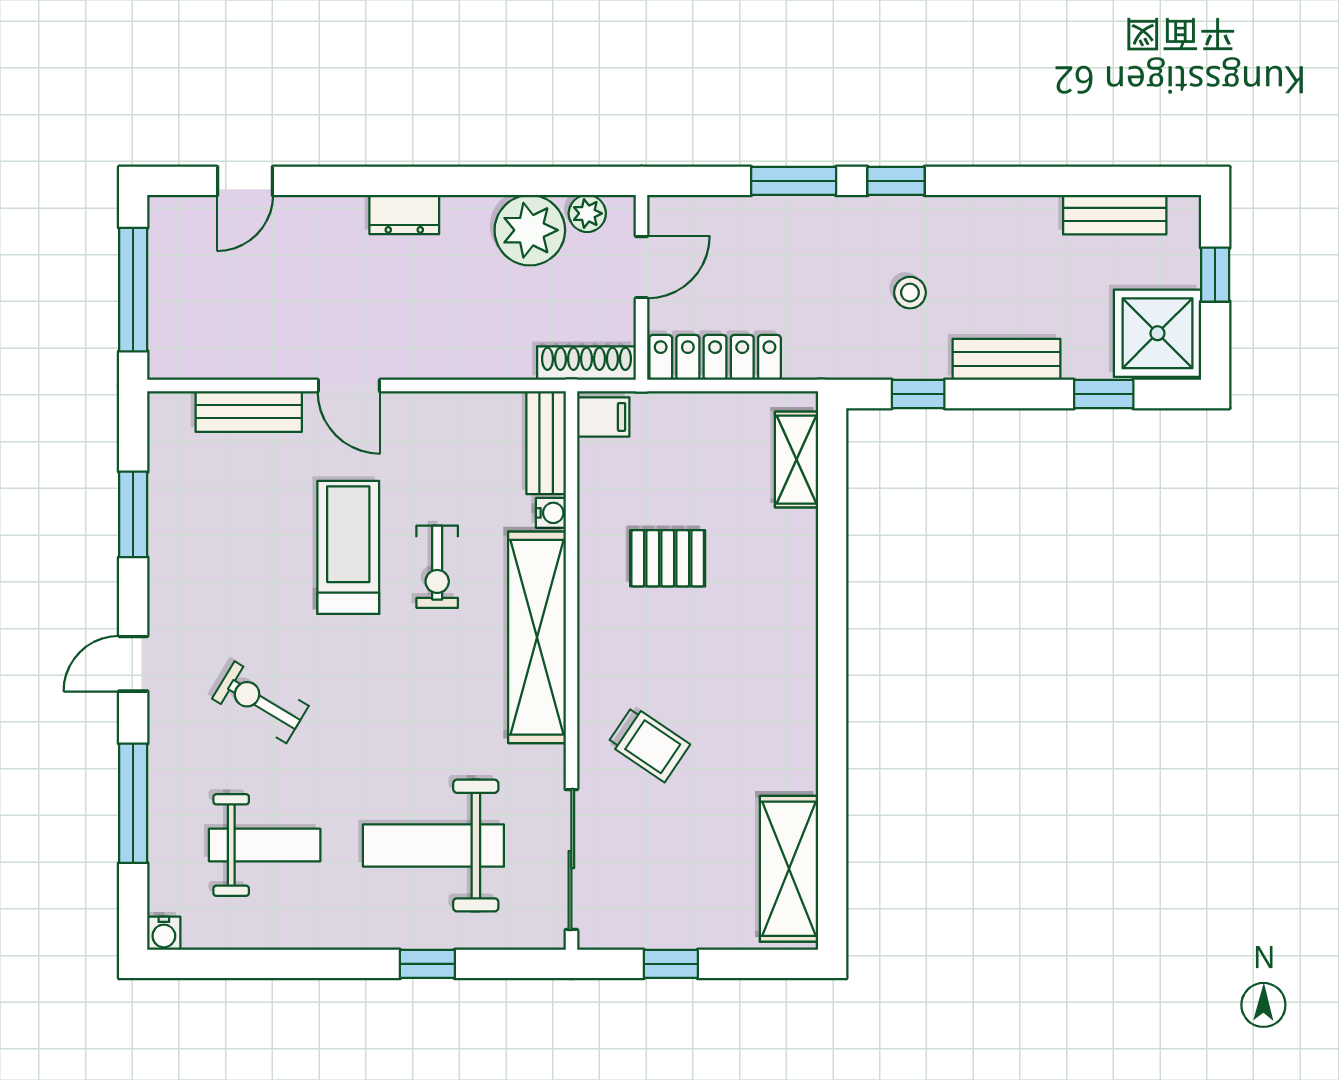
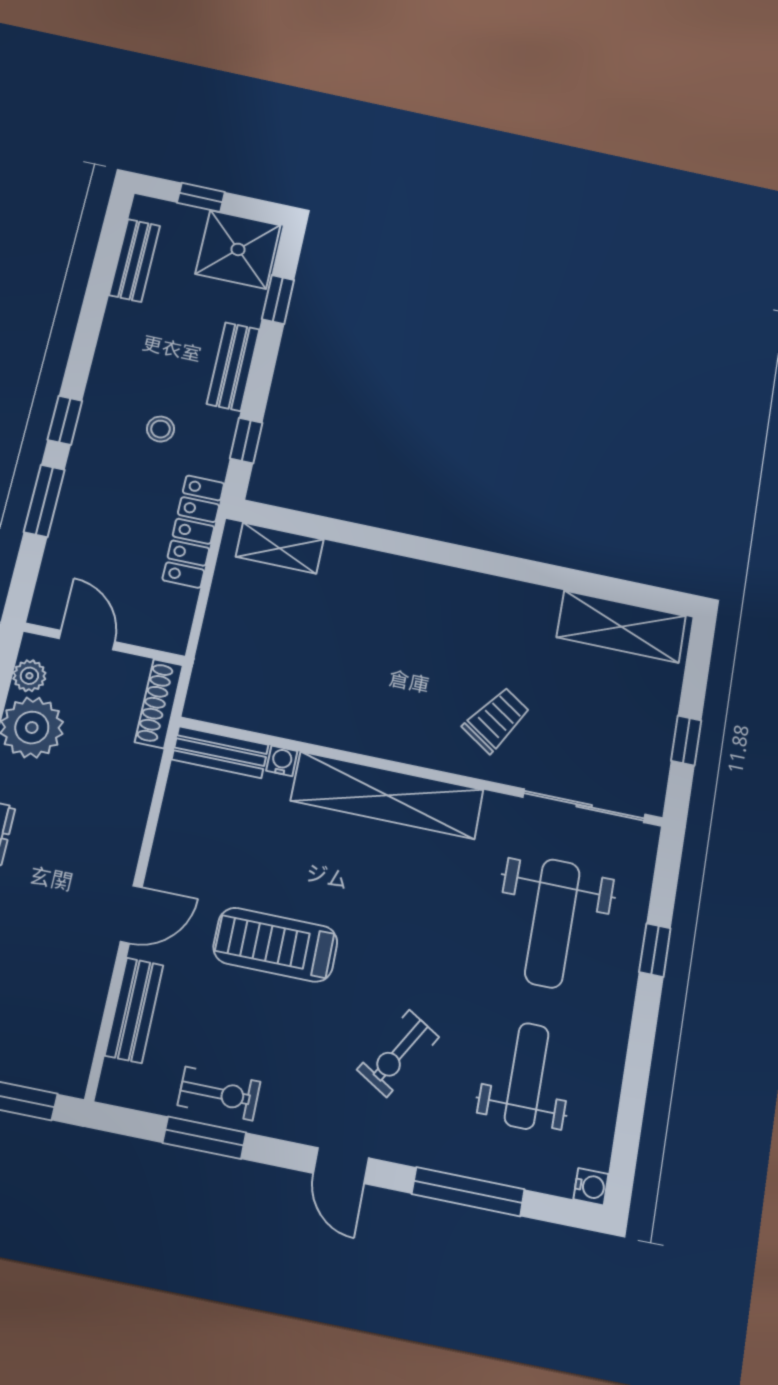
locker: (715, 357) -> (193, 531), moved
filing cabinet: (603, 417) -> (208, 699), removed
pallet: (668, 558) -> (341, 671), removed
exercise bike: (437, 567) -> (219, 1094), moved

